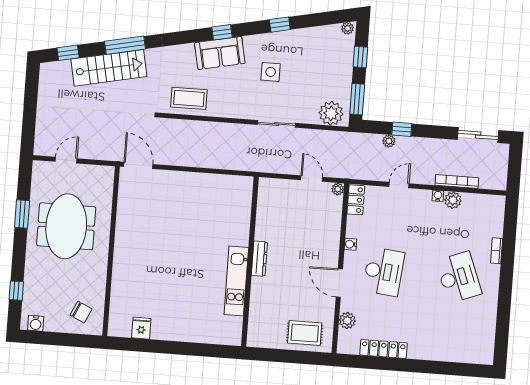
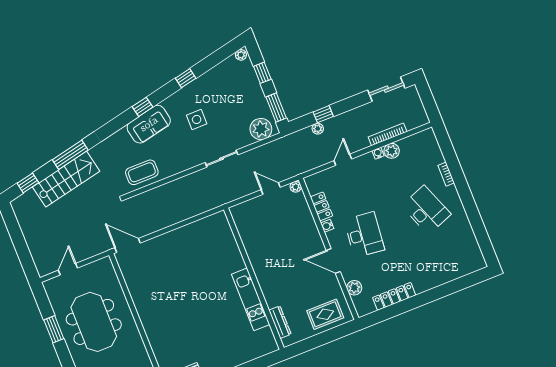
locker: (356, 200) -> (321, 206), moved
dresser: (259, 259) -> (280, 322), moved

